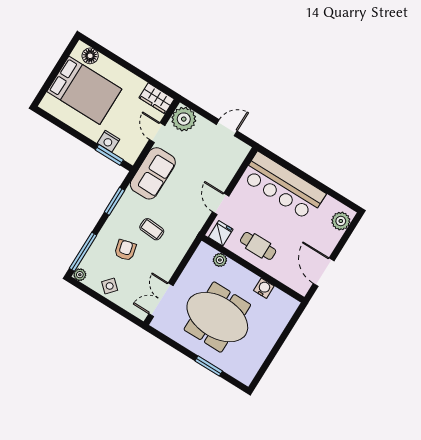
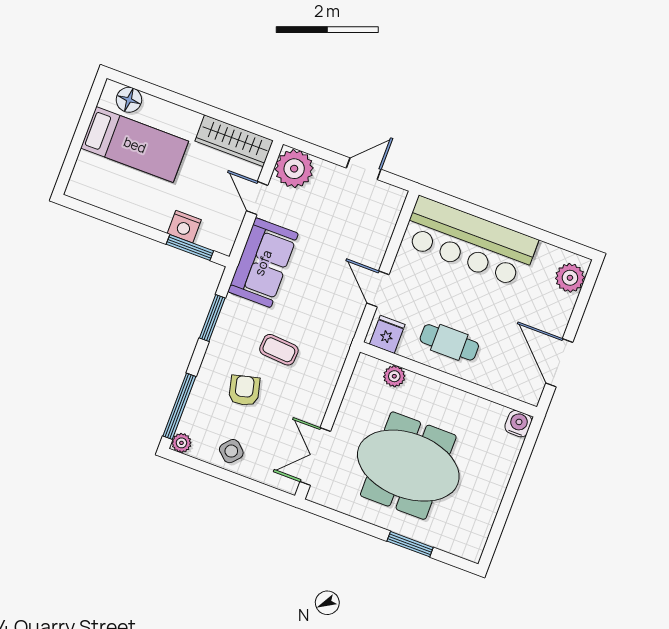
bed: (84, 90) -> (135, 145), width x0.67
wardrobe: (157, 98) -> (234, 141), width x1.50
water cooler: (264, 288) -> (518, 424), moved

